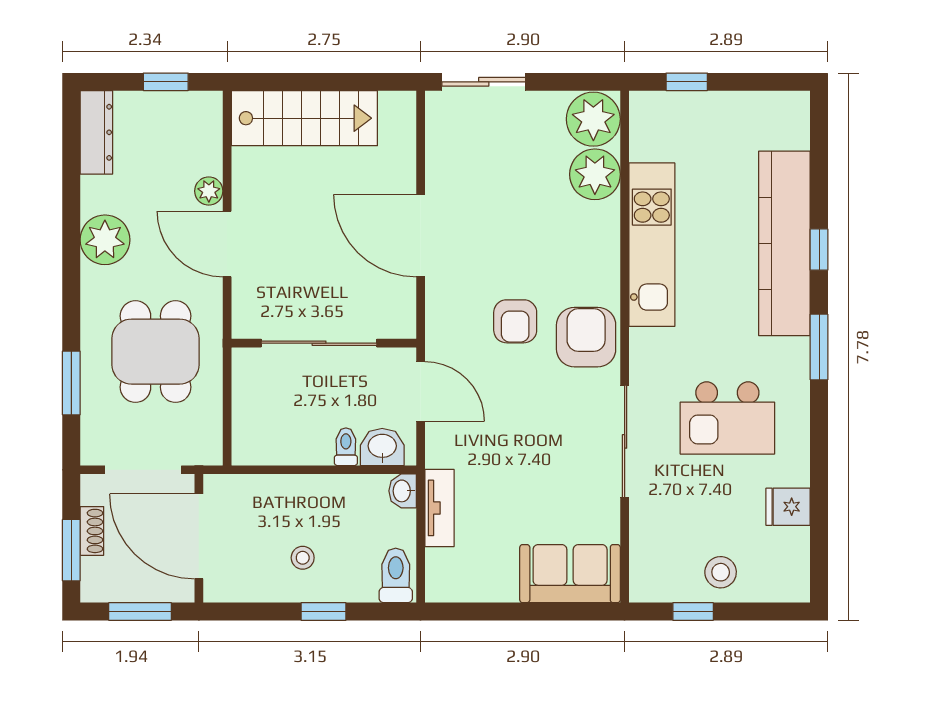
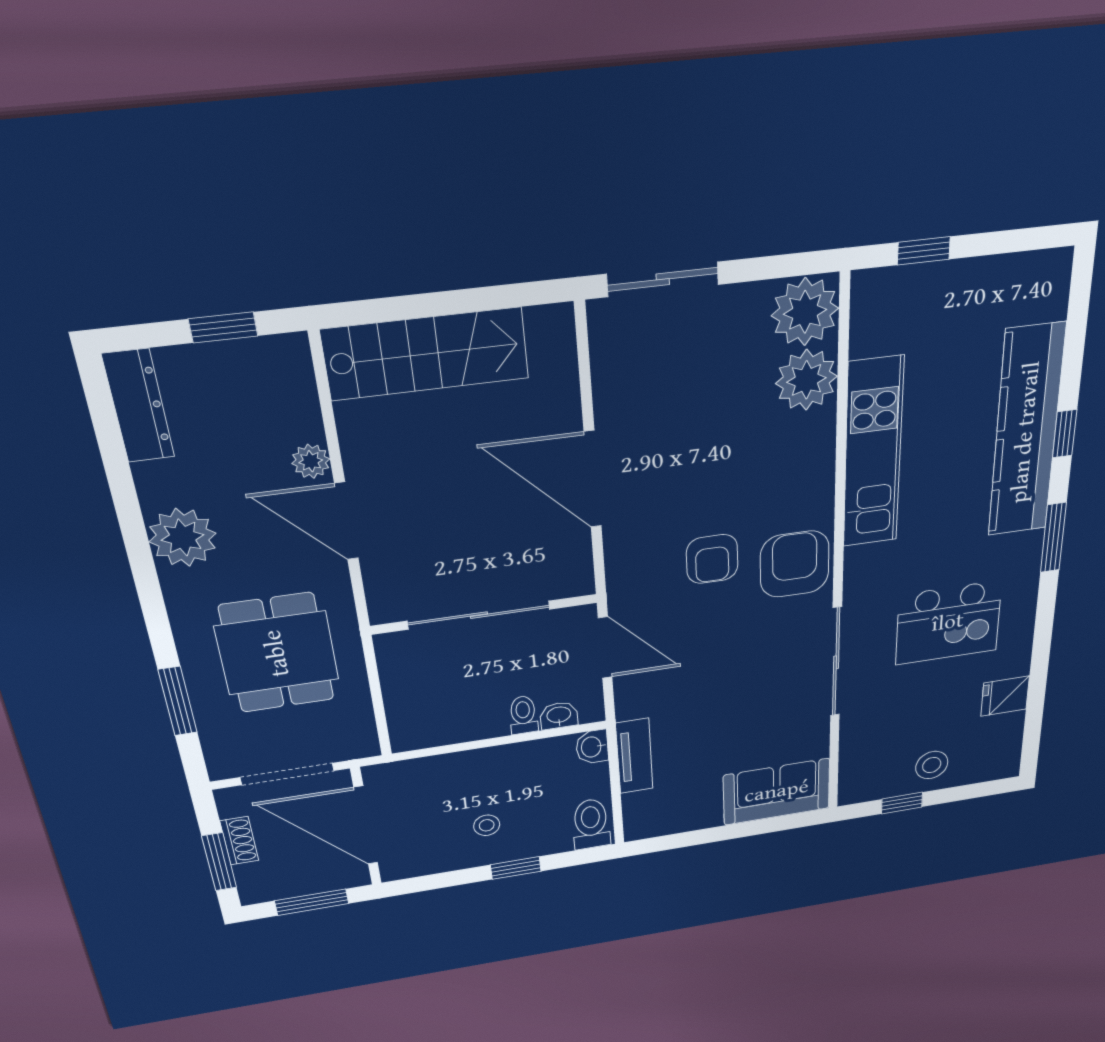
washbasin: (382, 447) -> (559, 715), width x0.72, depth x0.69

